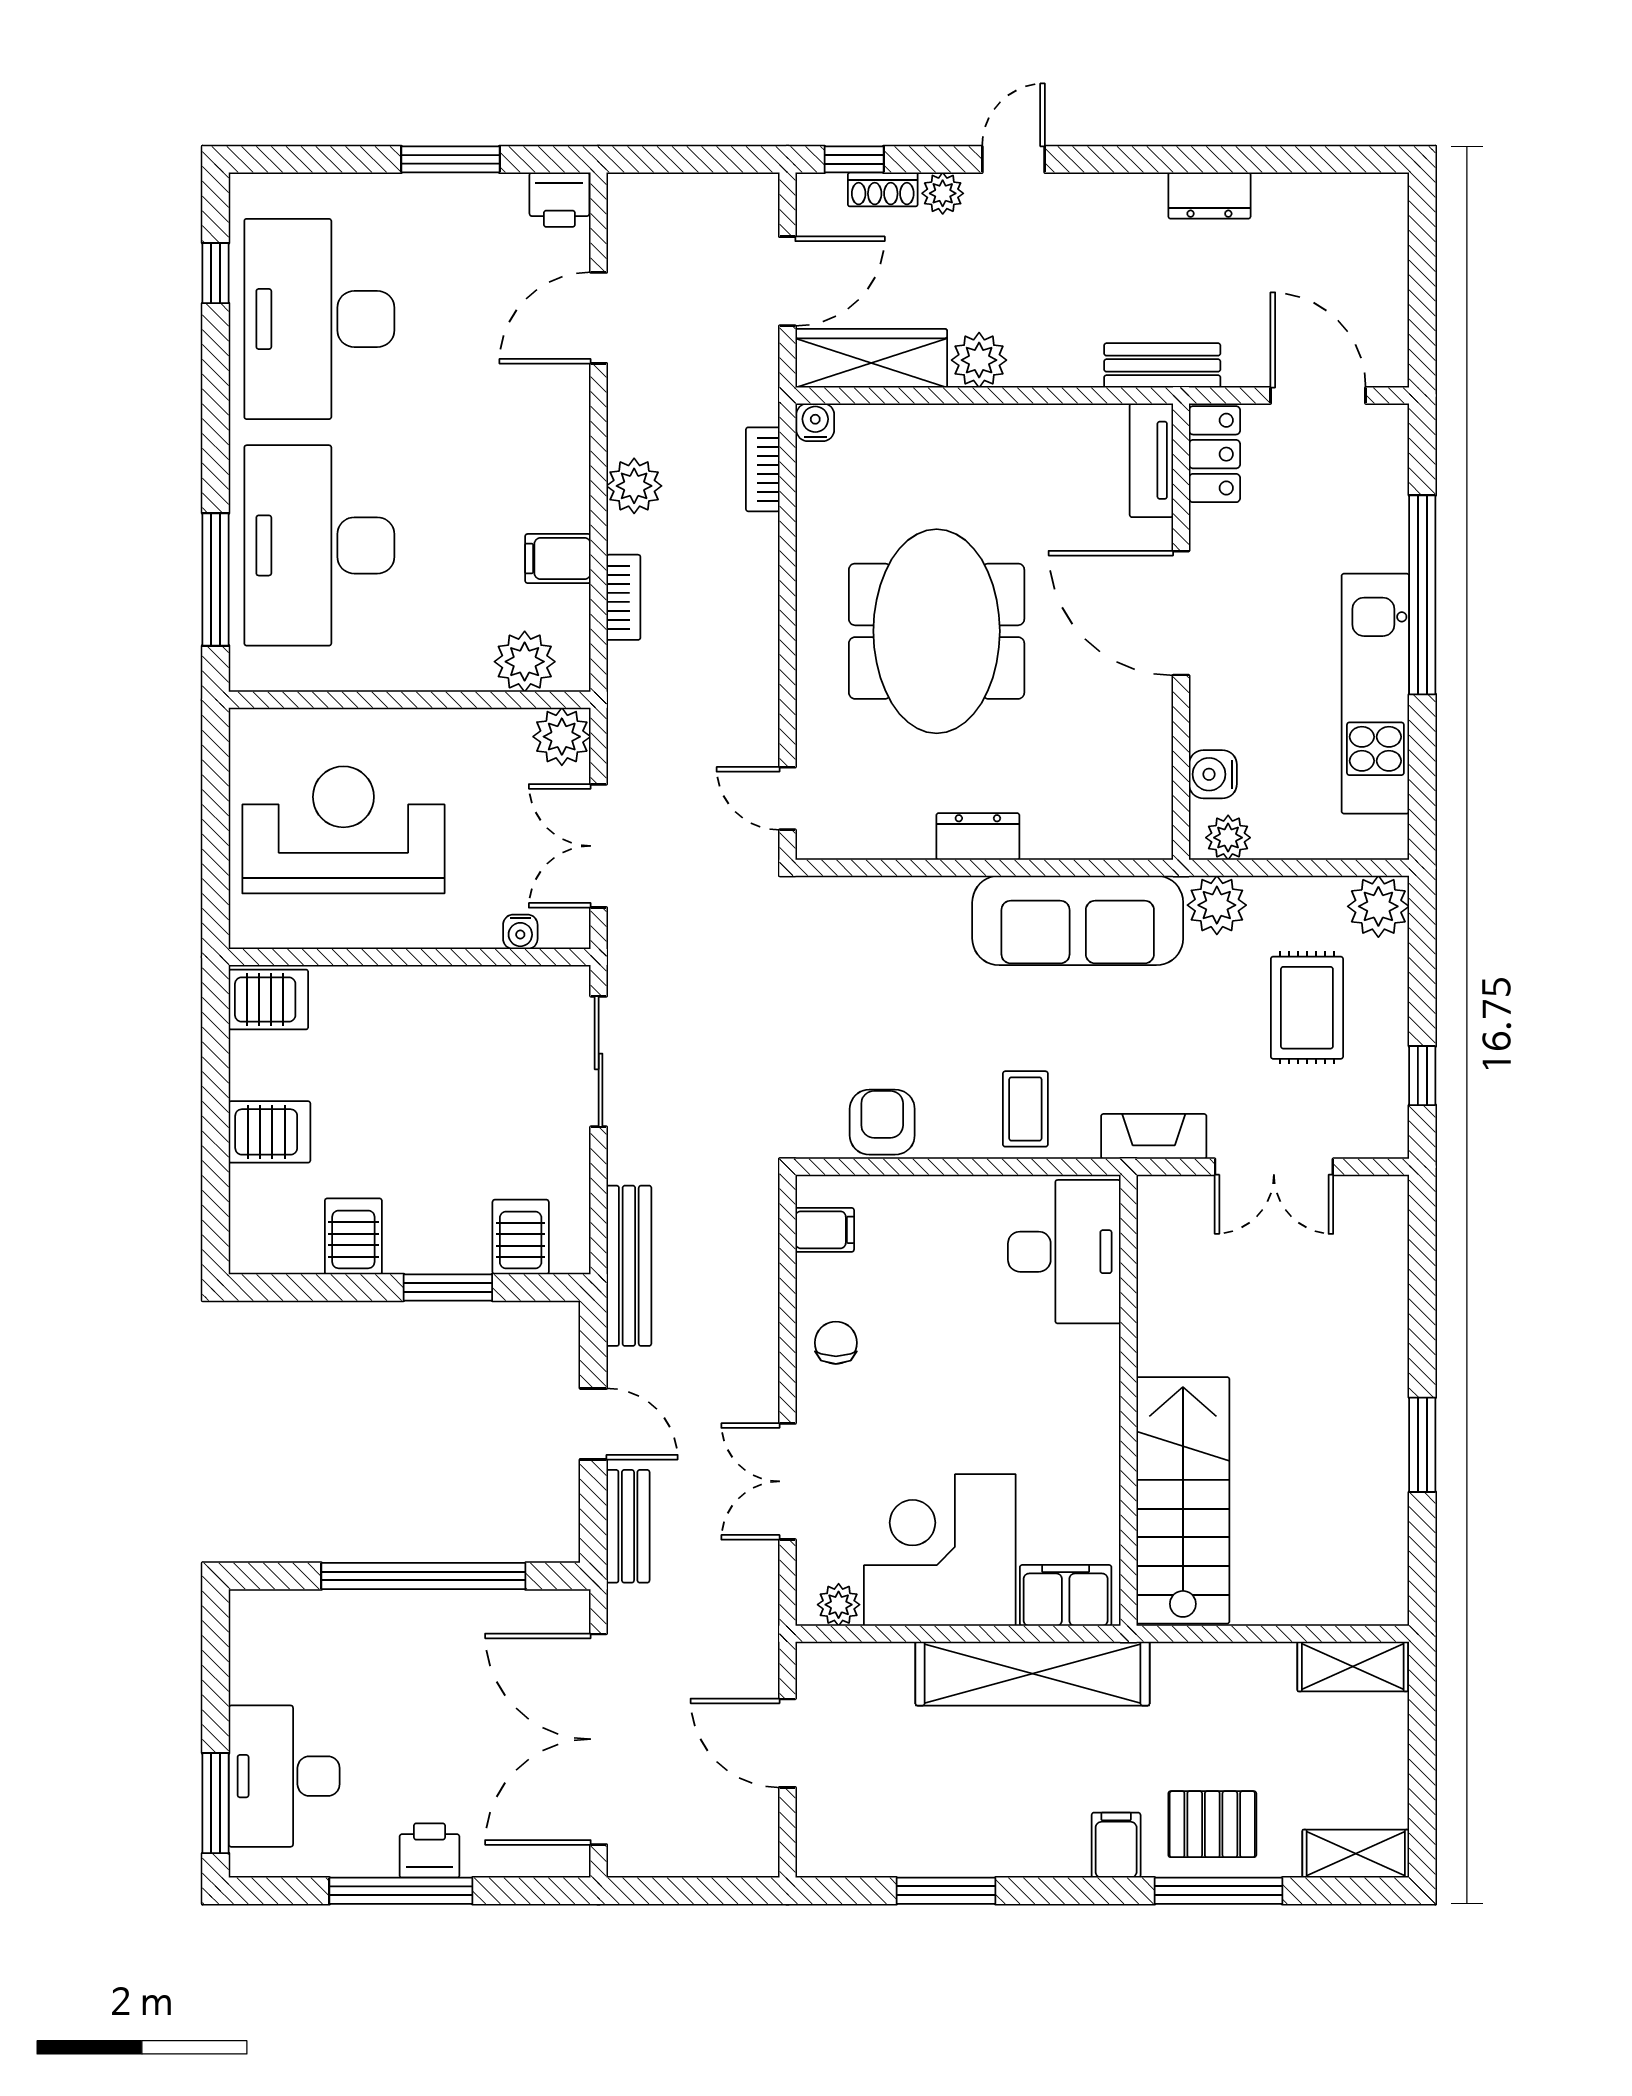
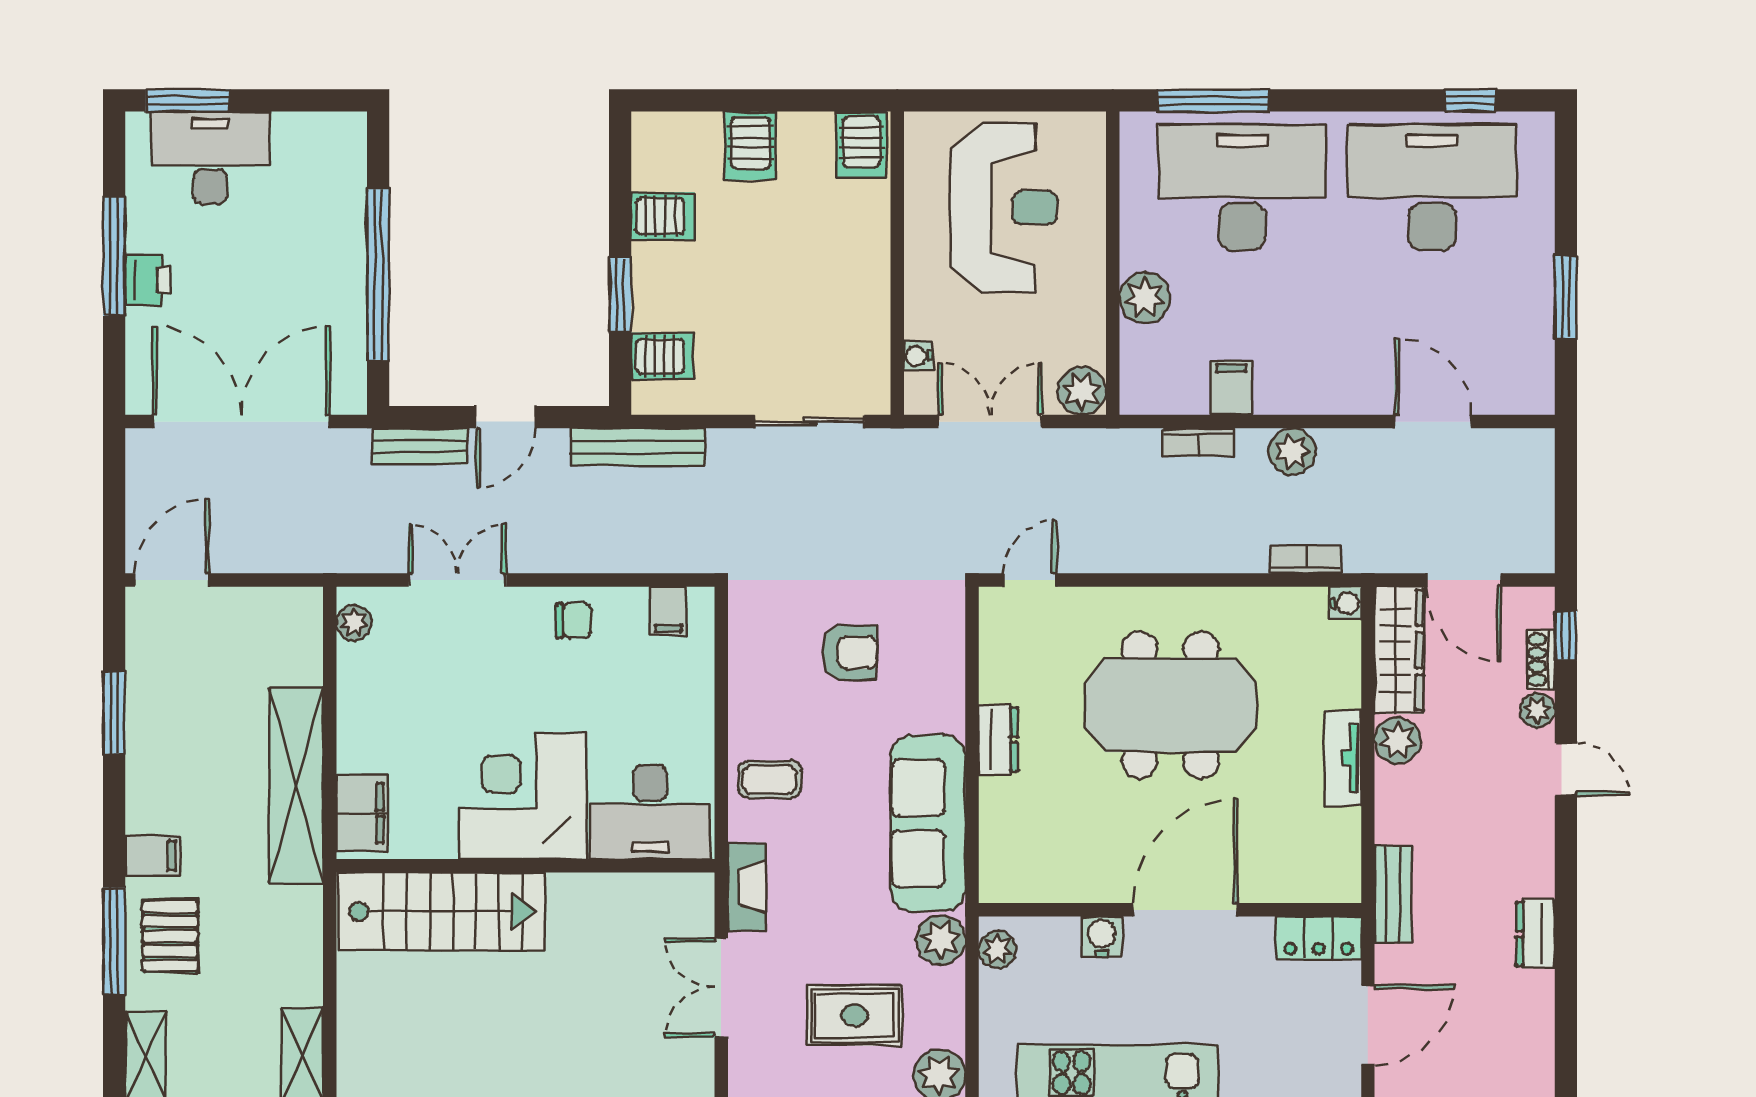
printer: (559, 200) -> (1532, 389), removed
tv unit: (1151, 460) -> (1343, 758), moved, turned -90
plant: (525, 662) -> (1145, 298), moved
water cooler: (1213, 774) -> (1102, 937), moved
armchair: (882, 1122) -> (849, 653), moved
corner desk: (940, 1550) -> (523, 796), moved, turned -90
door: (787, 1743) -> (172, 580), moved

